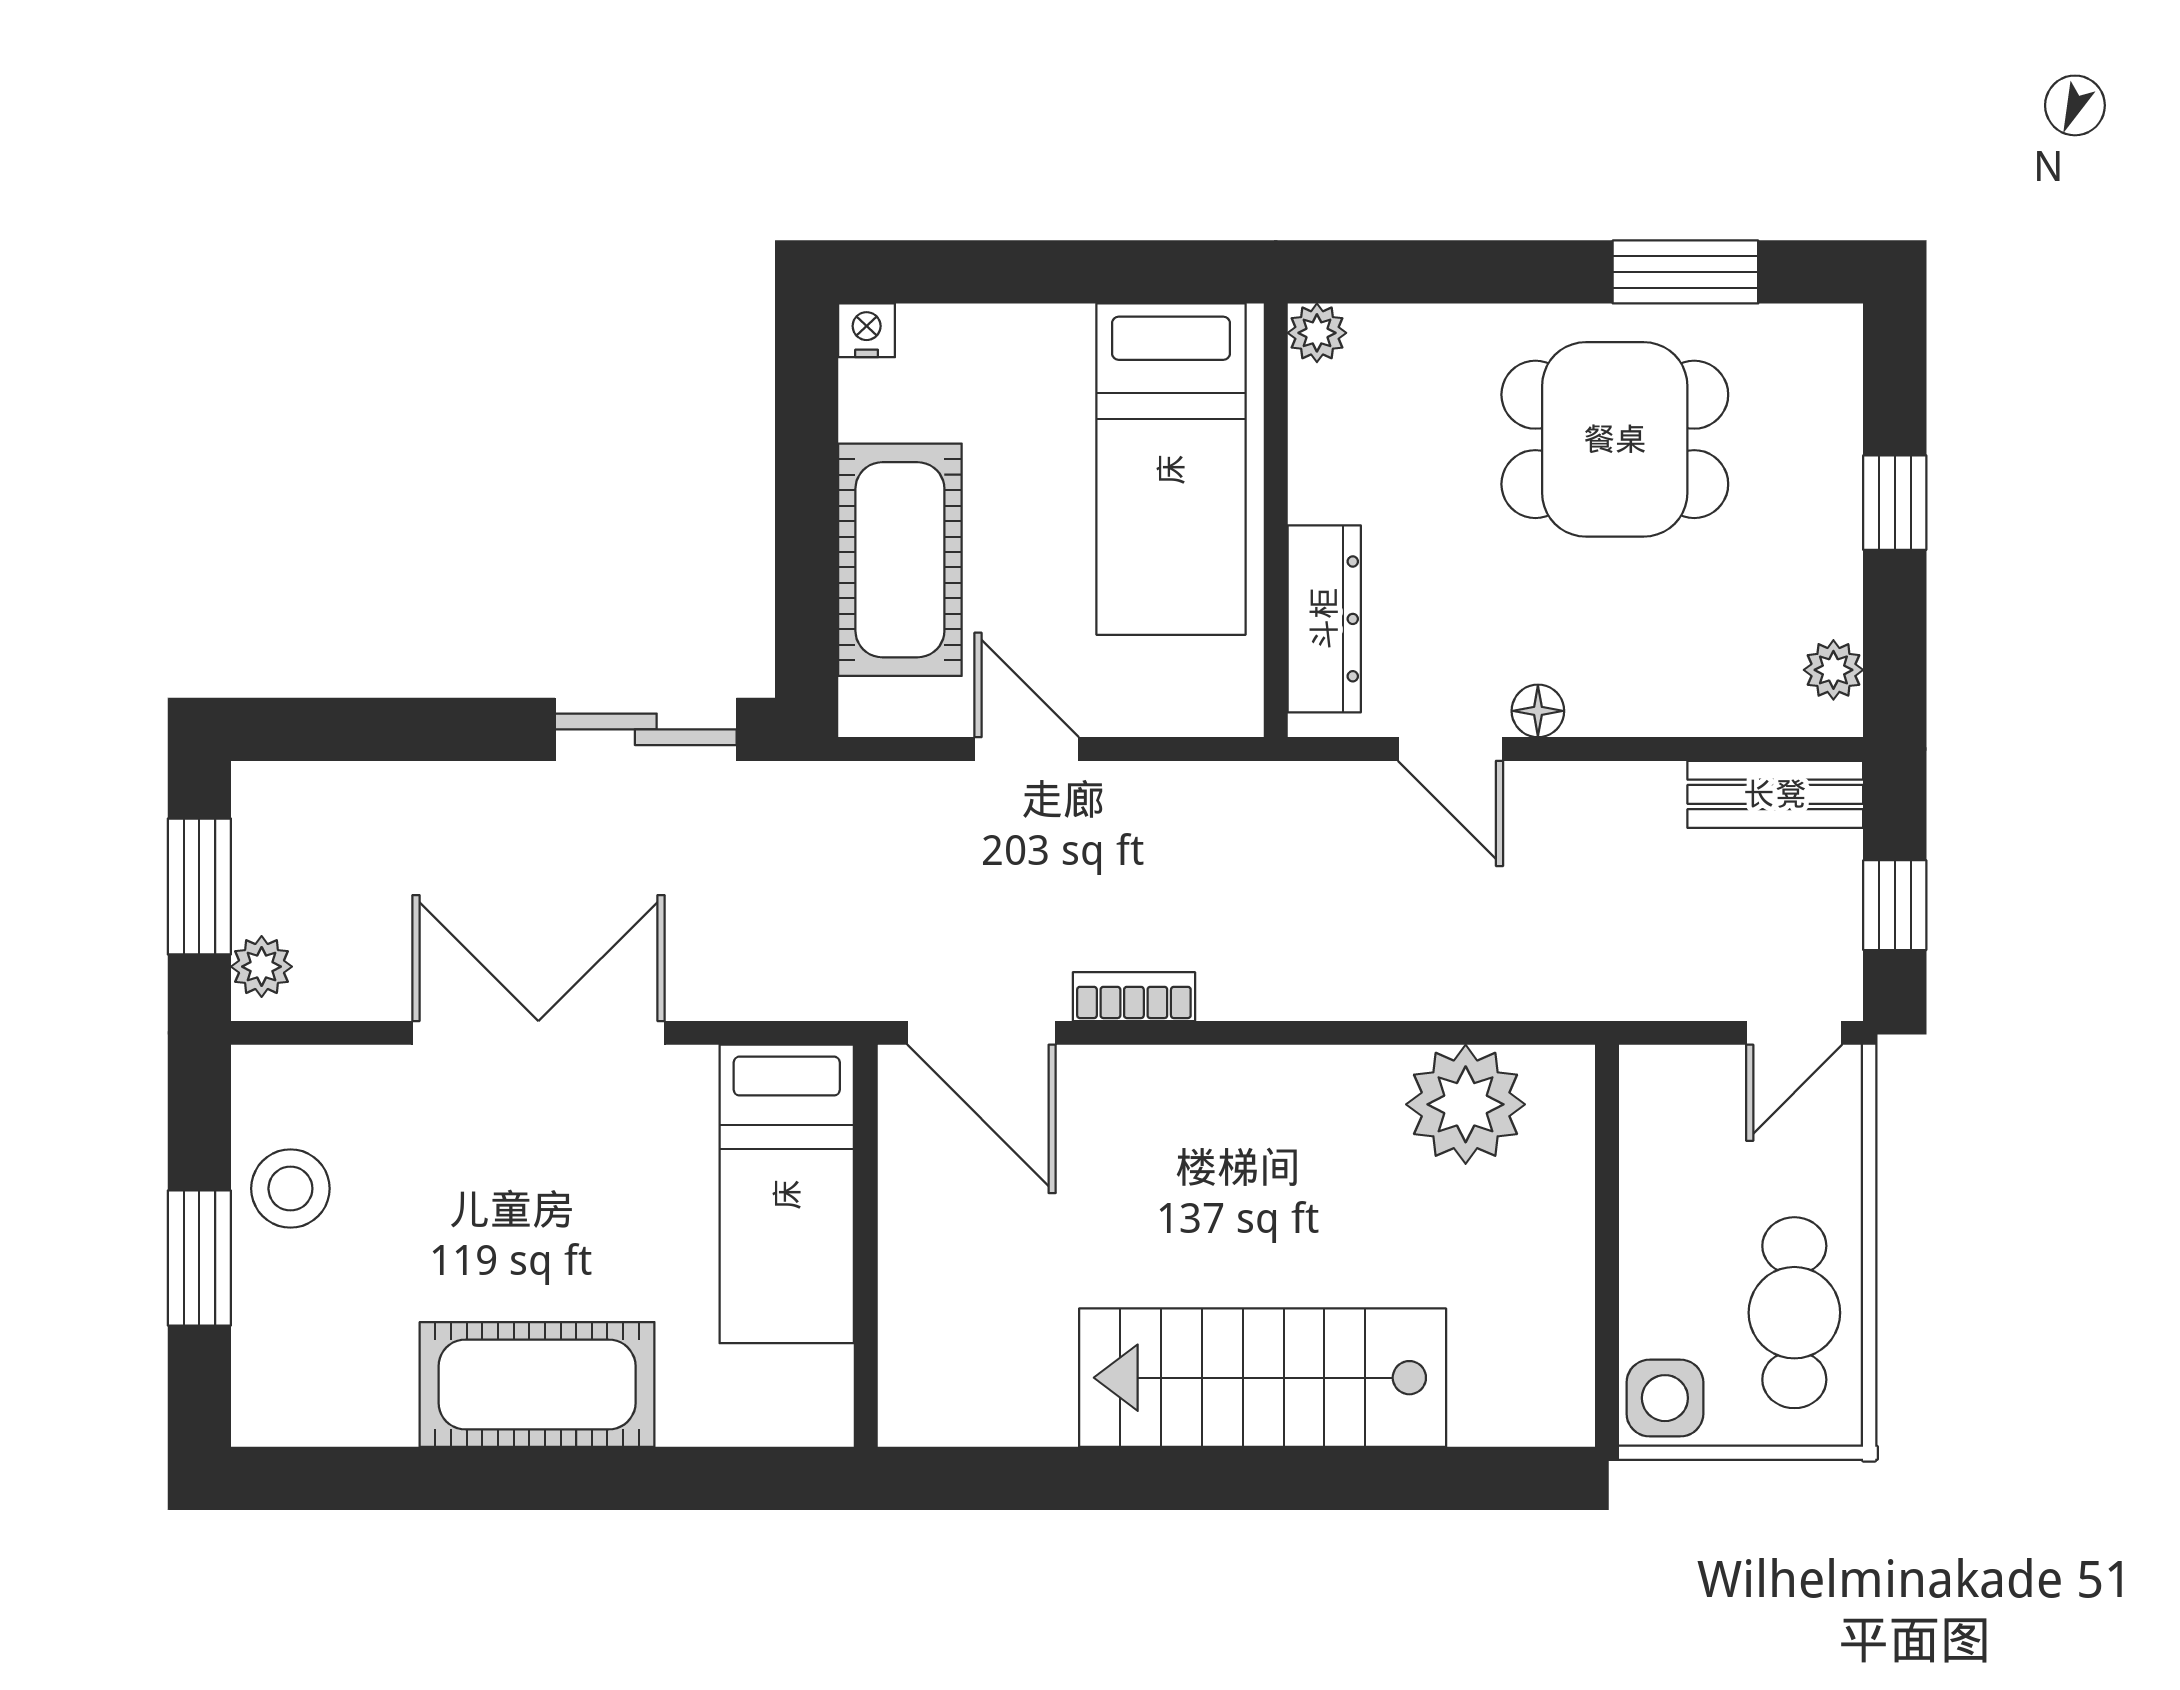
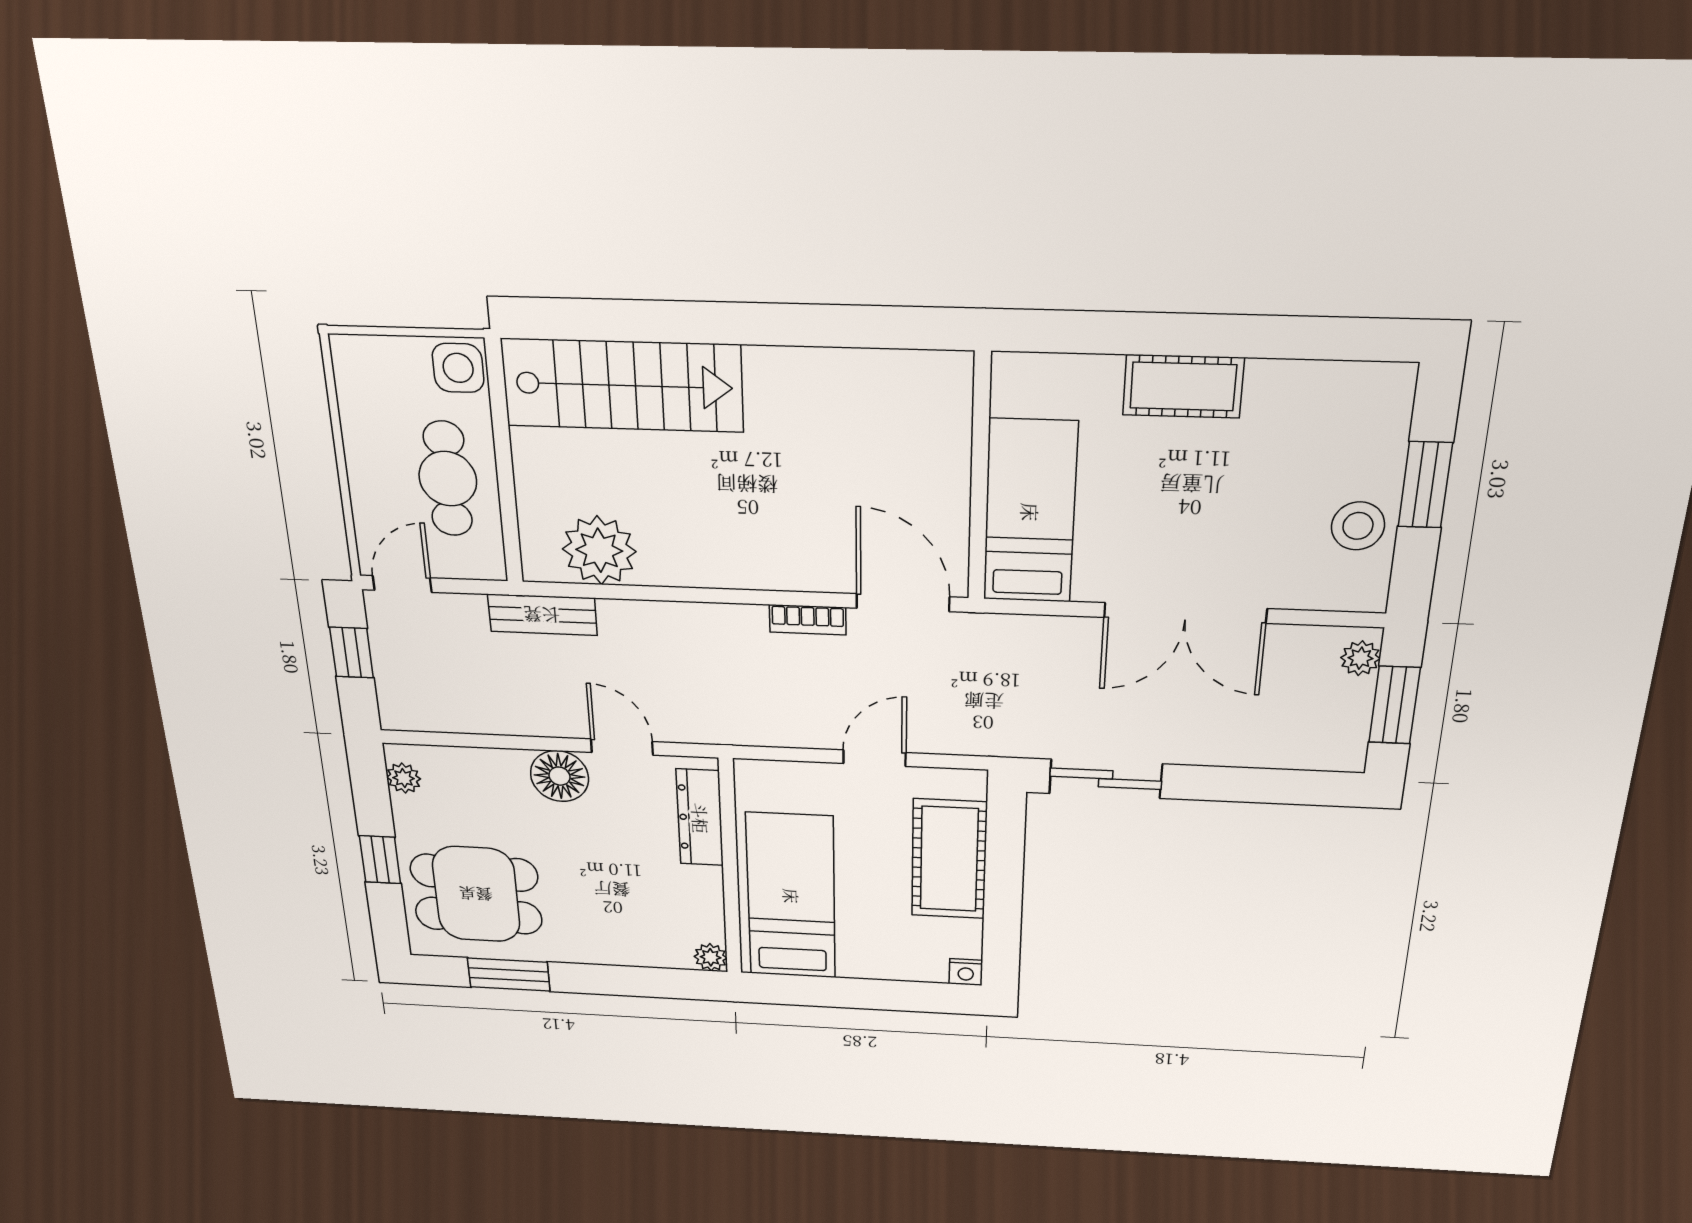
dining table: (1615, 439) -> (476, 894), moved
floor lamp: (1538, 711) -> (560, 776), width x1.89, depth x1.89
door: (1027, 749) -> (874, 758), swing flipped
bench: (1775, 794) -> (542, 615), moved
cafe table: (1794, 1313) -> (448, 479), moved
stairs: (1263, 1378) -> (622, 385), moved
cot: (537, 1384) -> (1183, 386), width x0.73, depth x0.75

